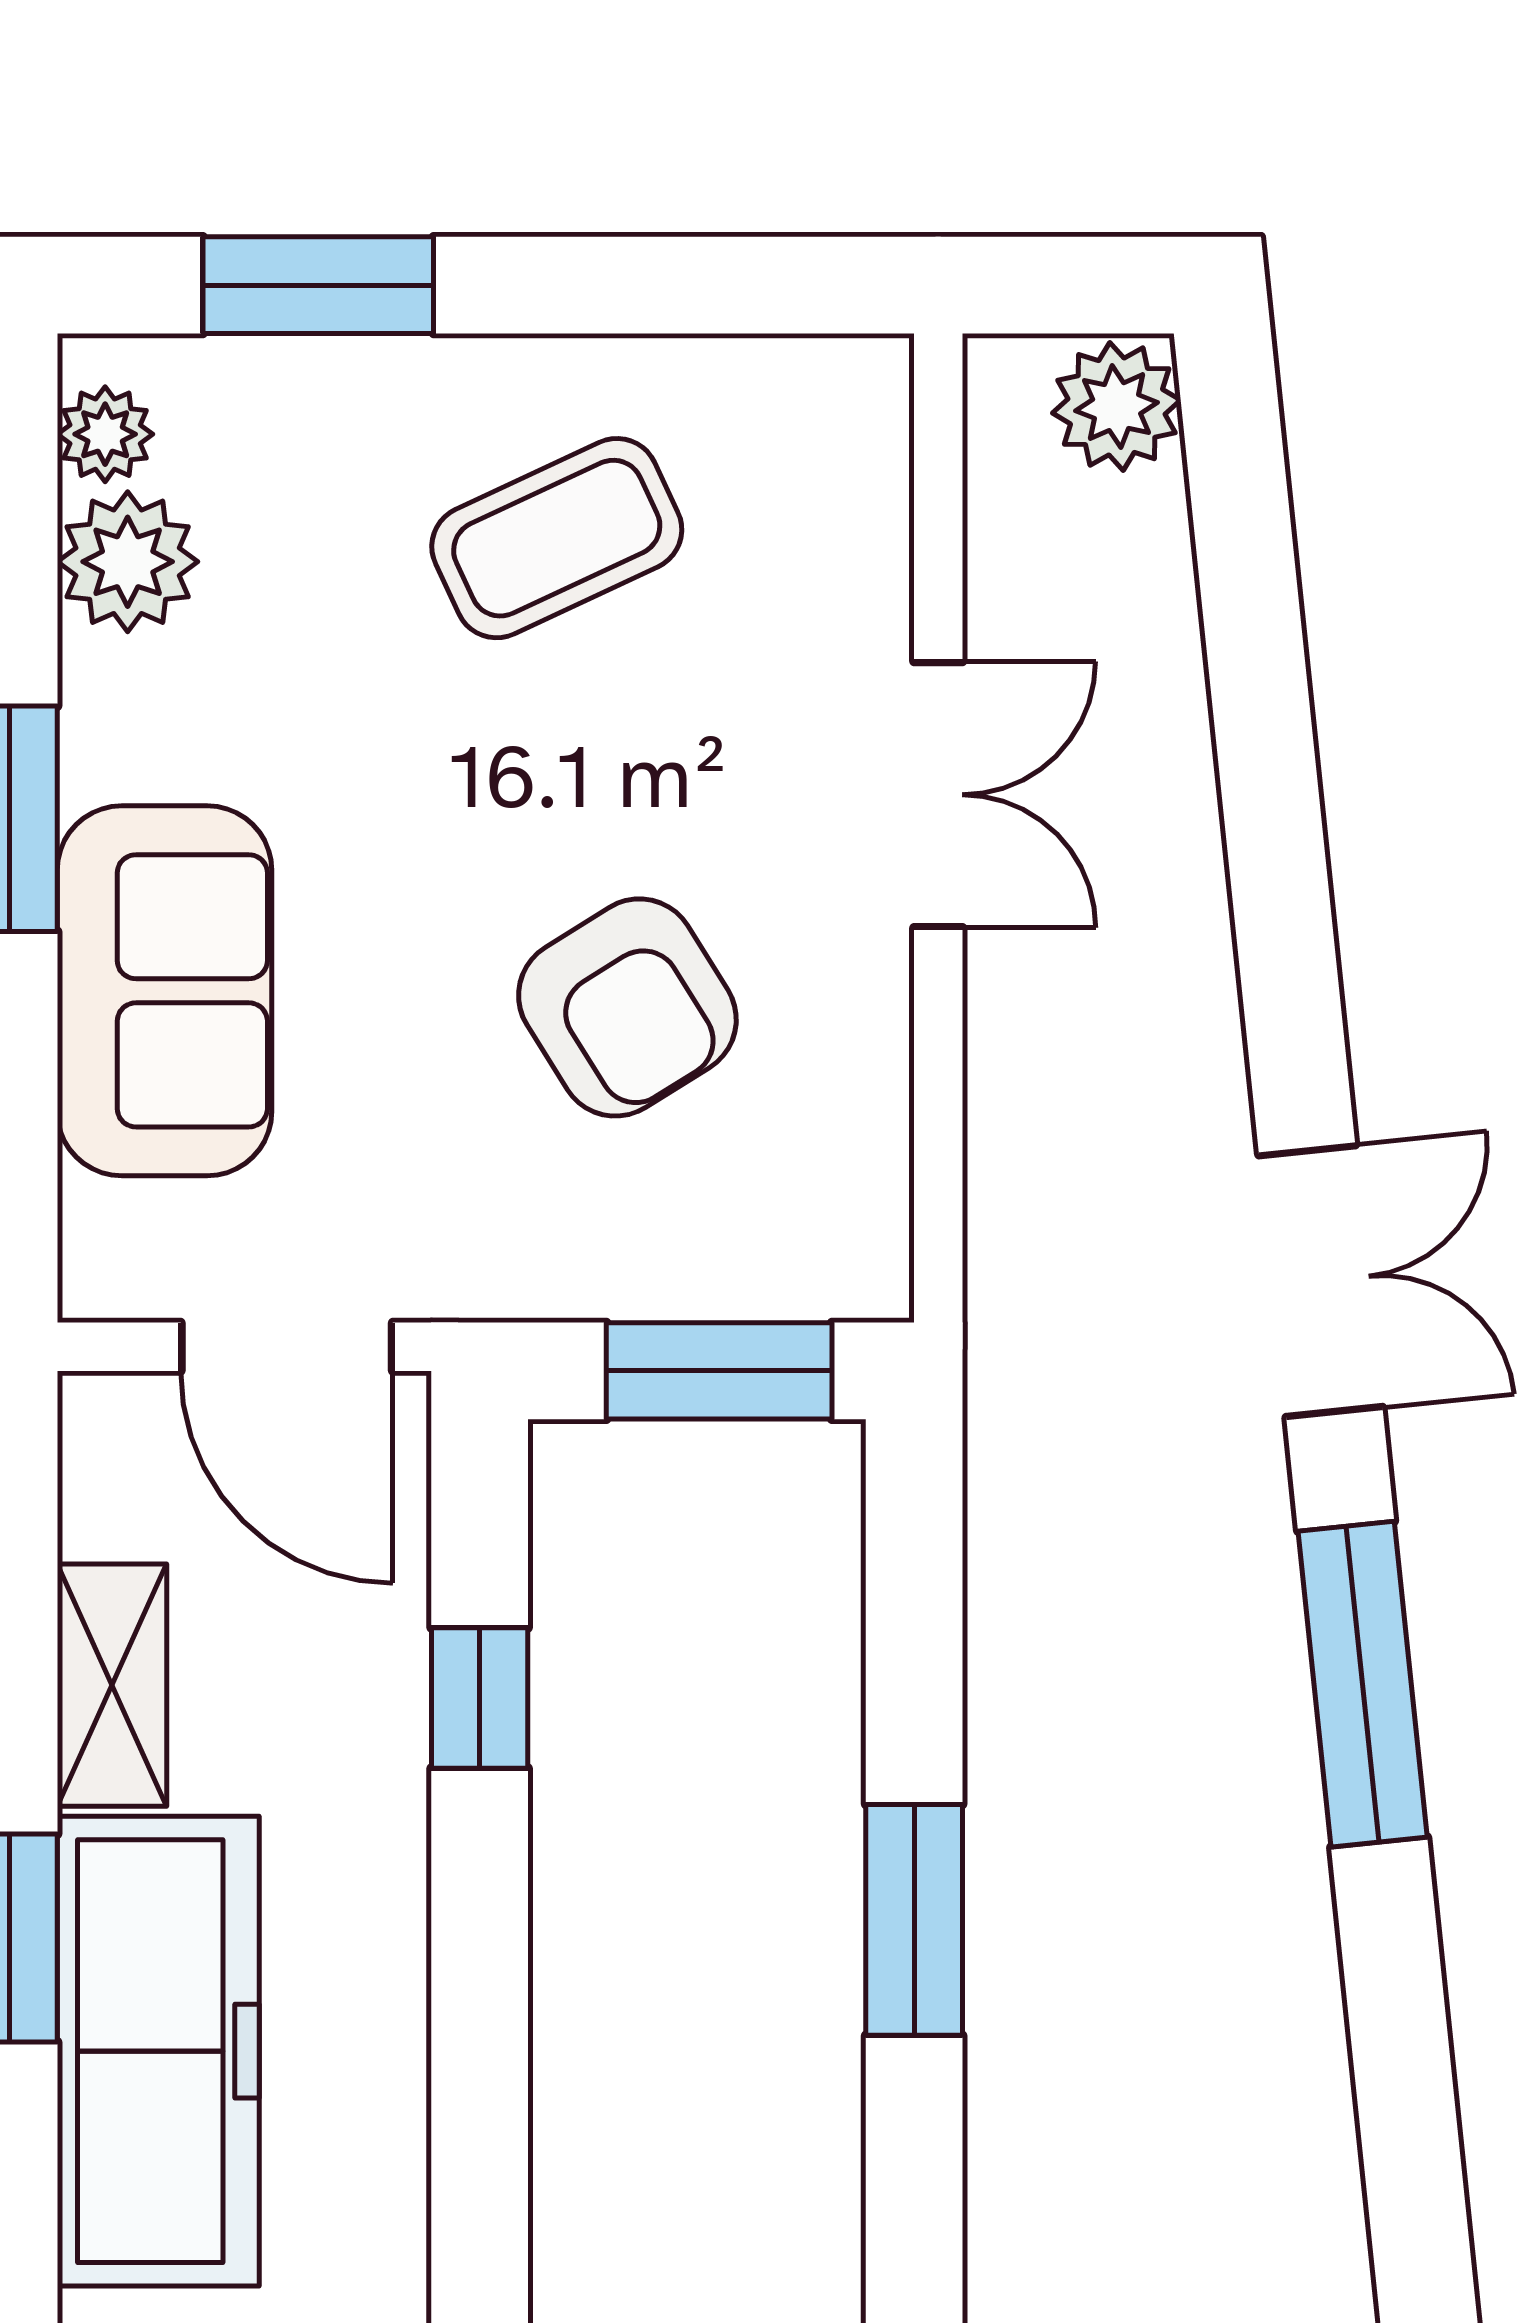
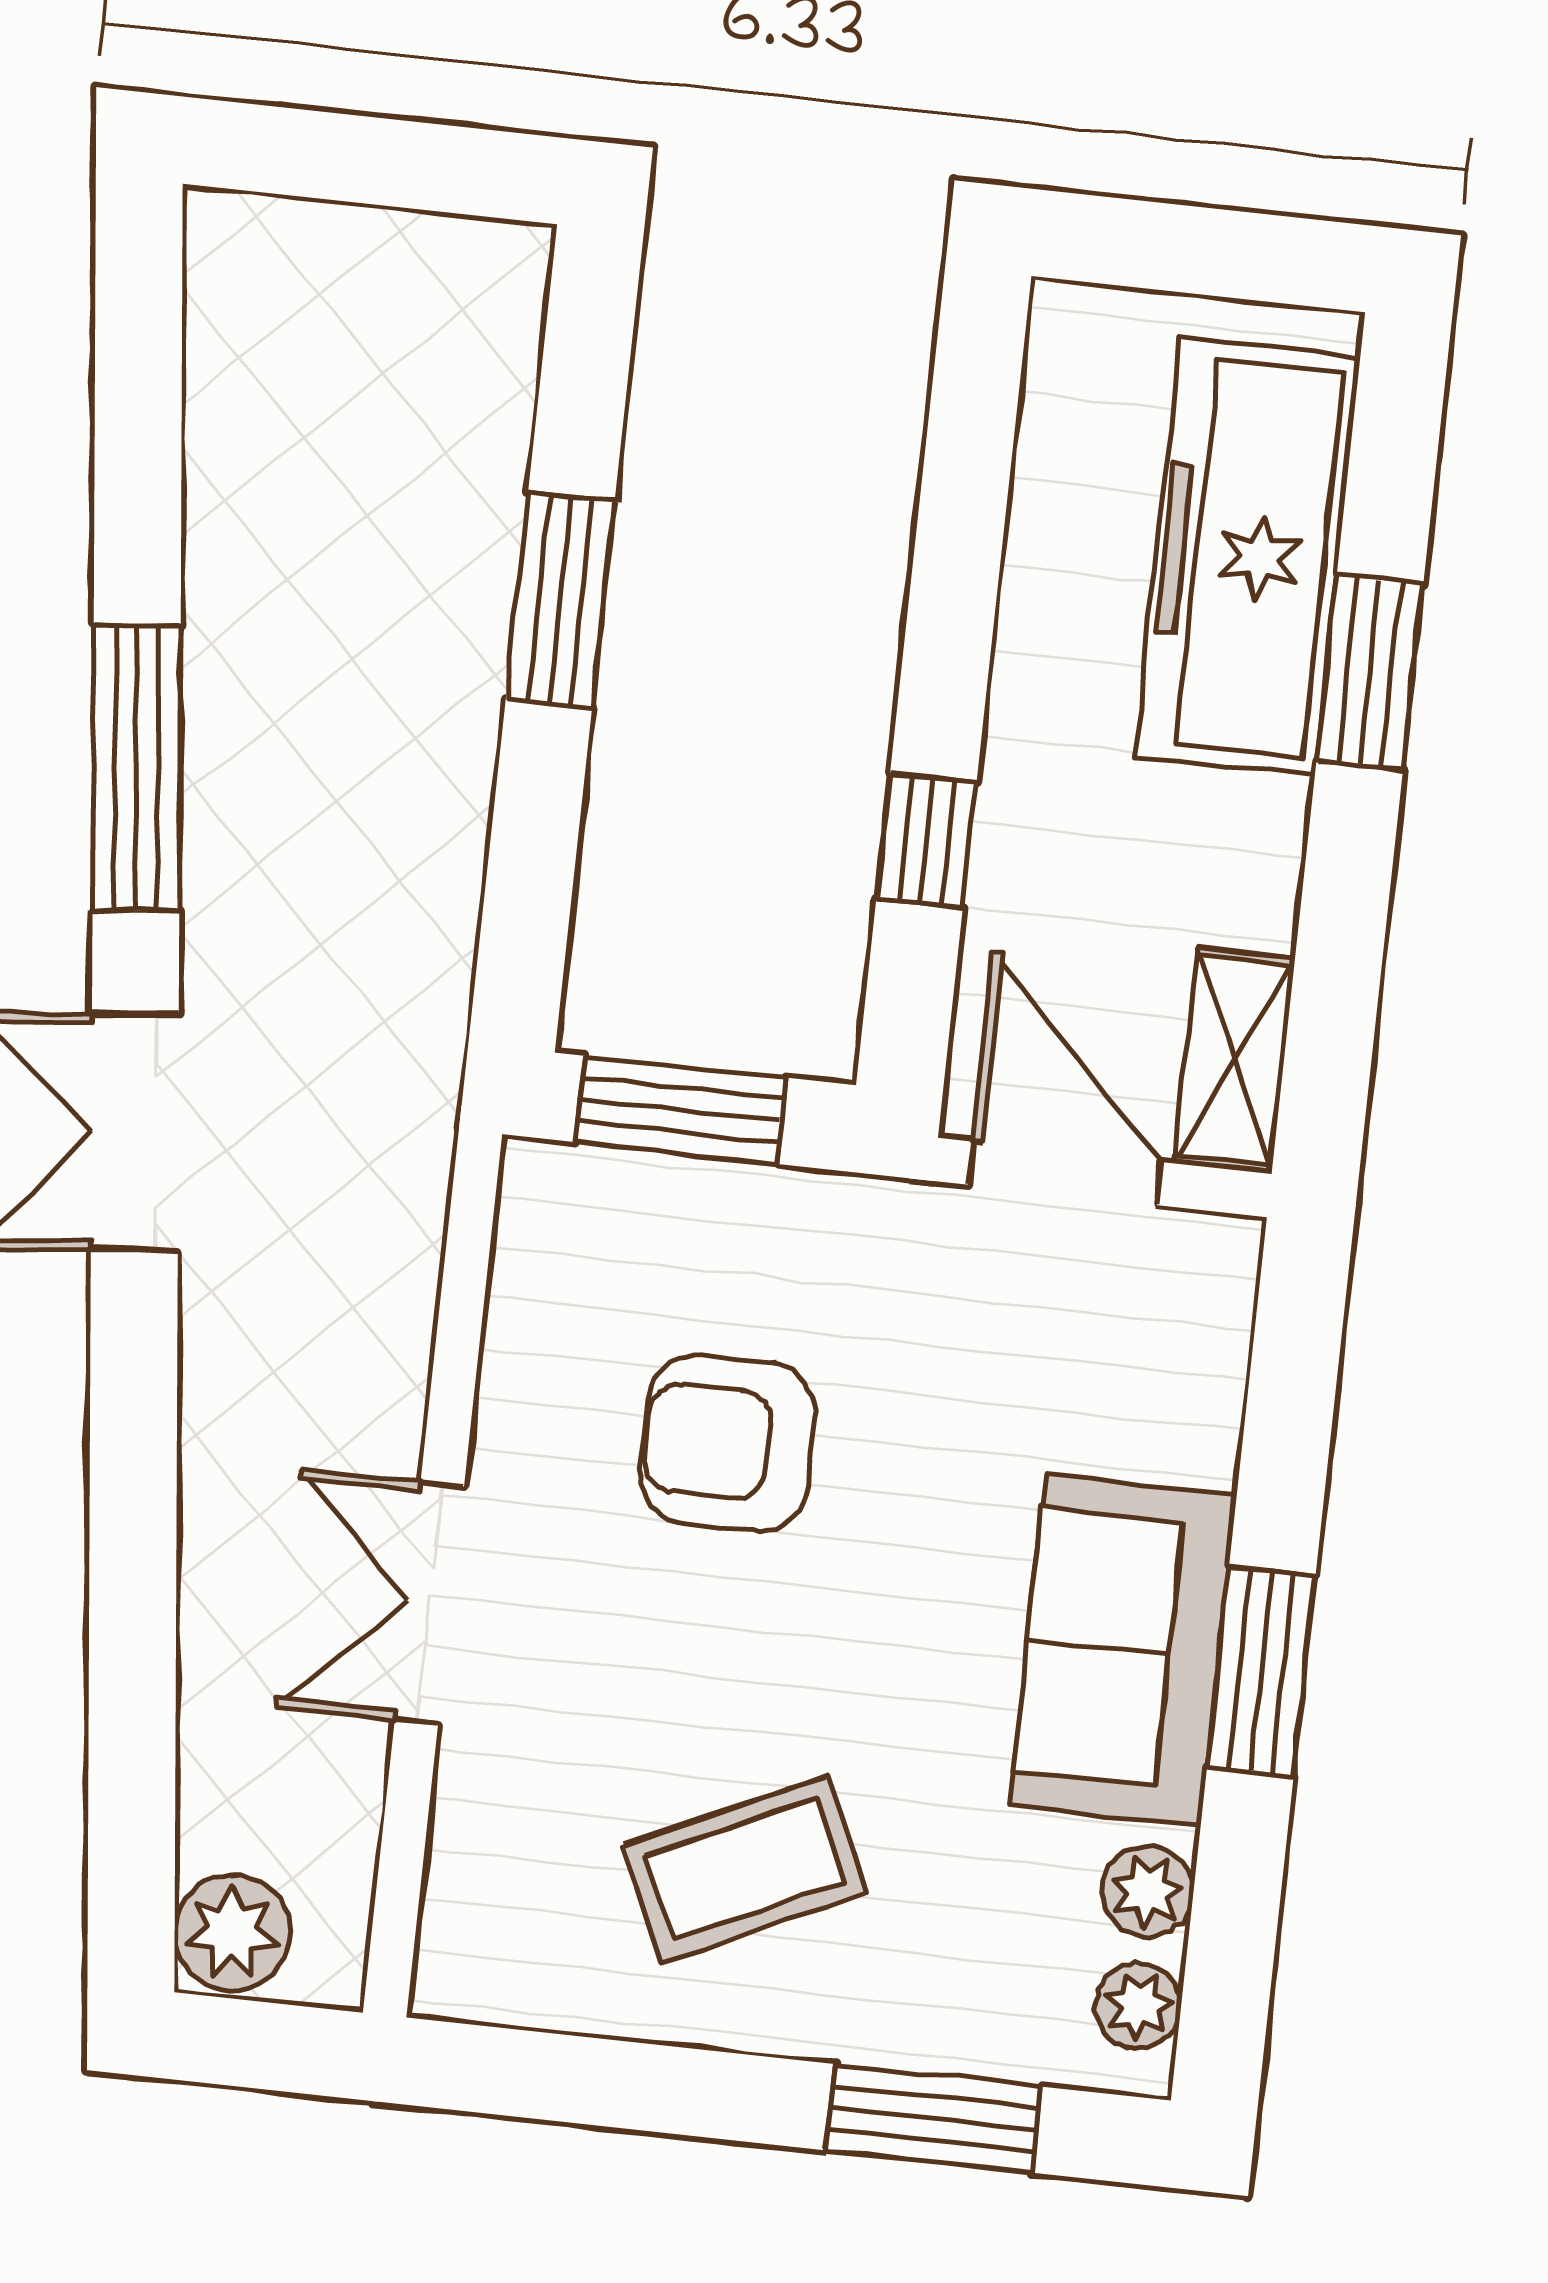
plant: (128, 562) -> (1148, 1892), width x0.73, depth x0.73
sofa: (164, 991) -> (1123, 1650), moved
armchair: (627, 1007) -> (727, 1443), turned -58
shelving: (112, 1685) -> (1235, 1060), moved

